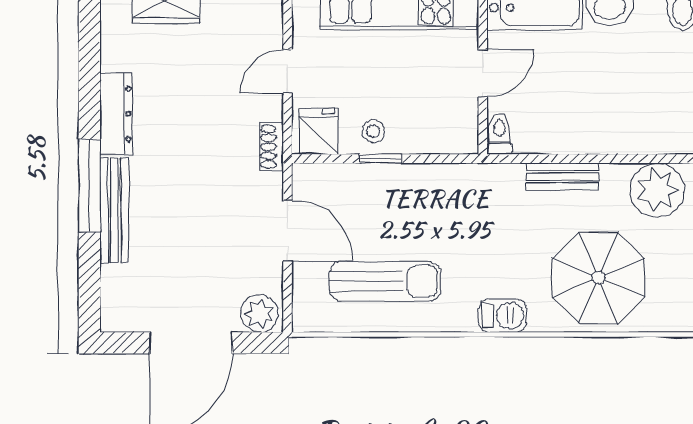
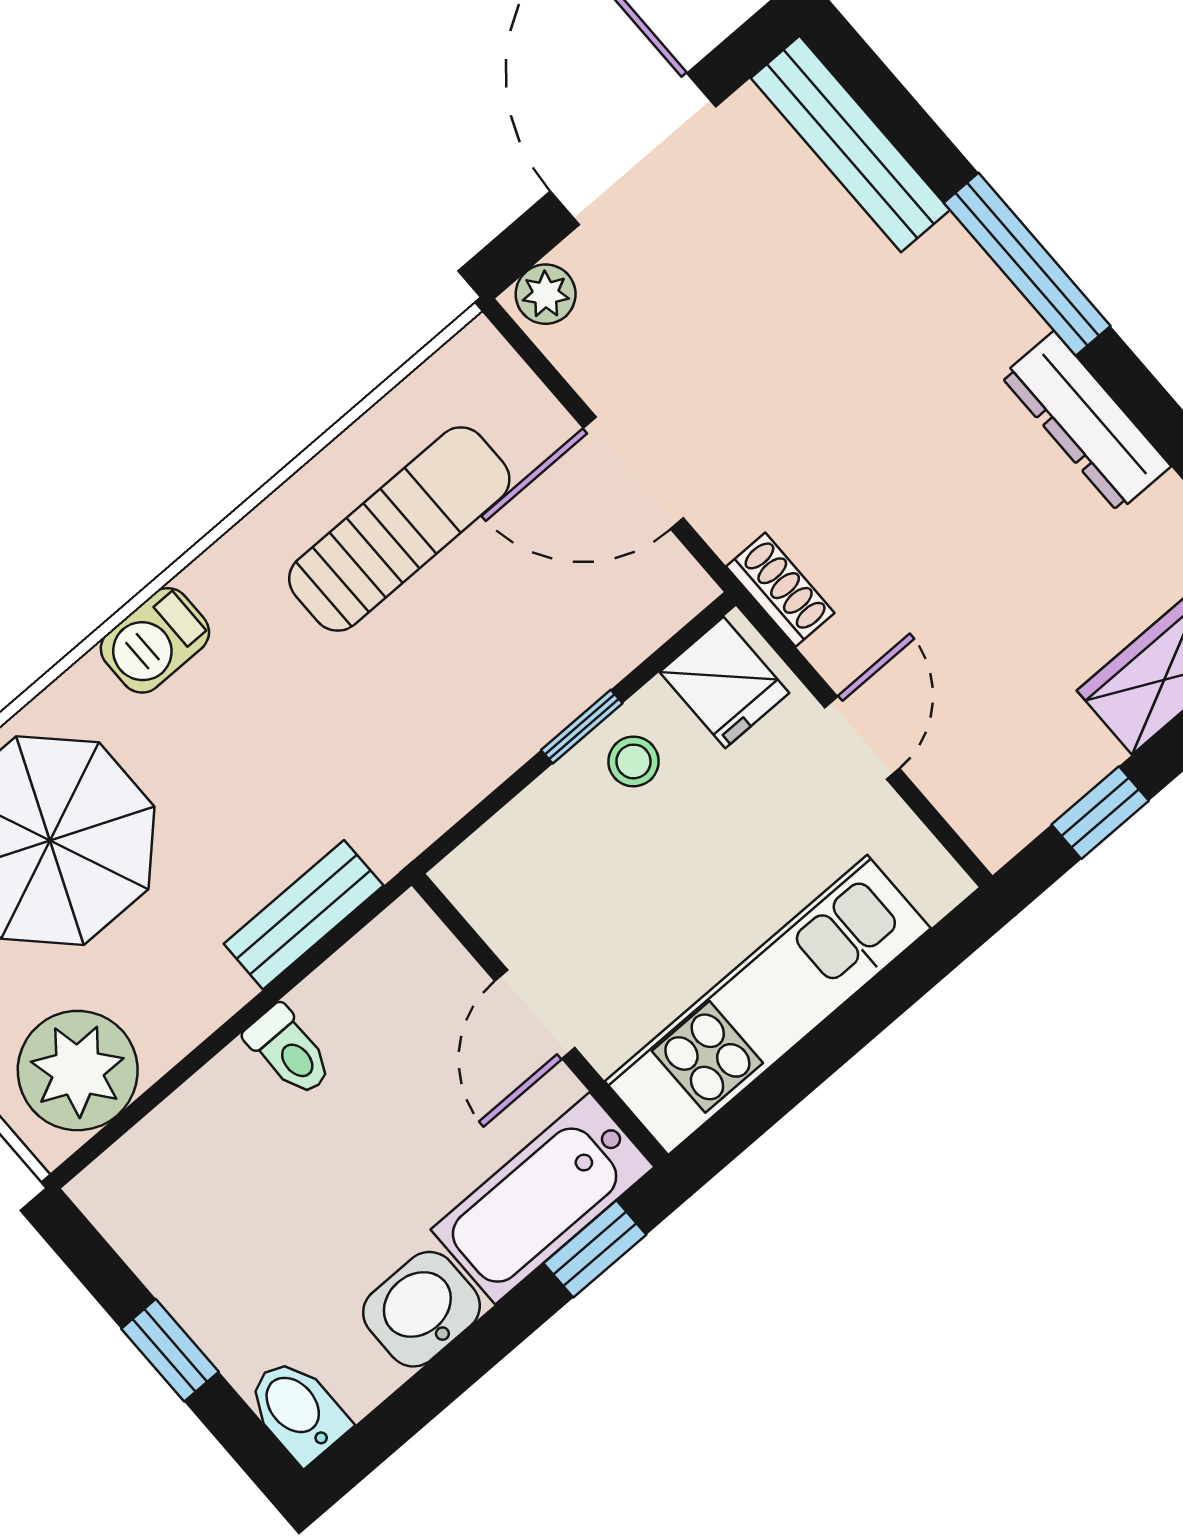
toilet: (500, 134) -> (289, 1051), moved
bench: (562, 177) -> (304, 915), moved
bench: (115, 210) -> (850, 144), moved
sun lounger: (385, 281) -> (399, 529), turned 180
plant: (259, 314) -> (546, 294), width x0.73, depth x0.73

